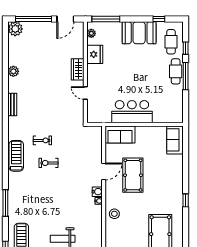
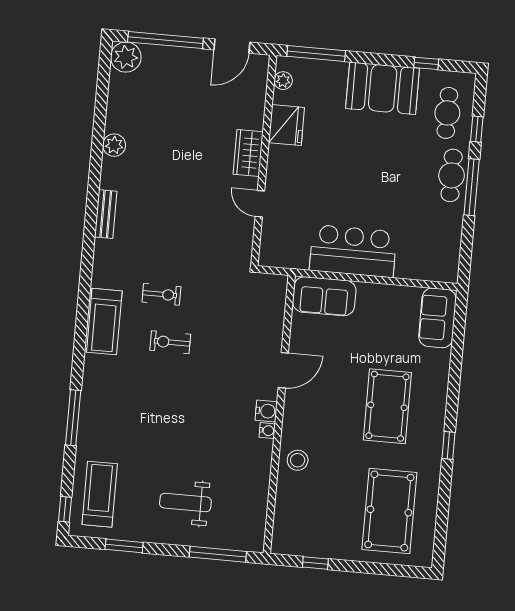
treadmill: (16, 156) -> (104, 322), turned 180
pool table: (133, 175) -> (387, 406), moved

